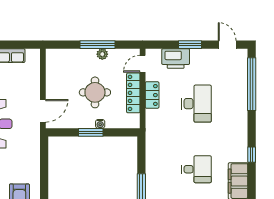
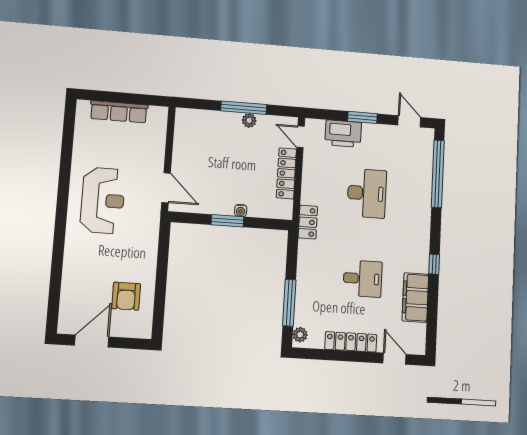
door: (143, 64) -> (301, 137), hinge flipped
round table: (95, 92) -> (236, 169), removed
locker: (152, 95) -> (308, 222), moved
door: (43, 111) -> (166, 188), hinge flipped

